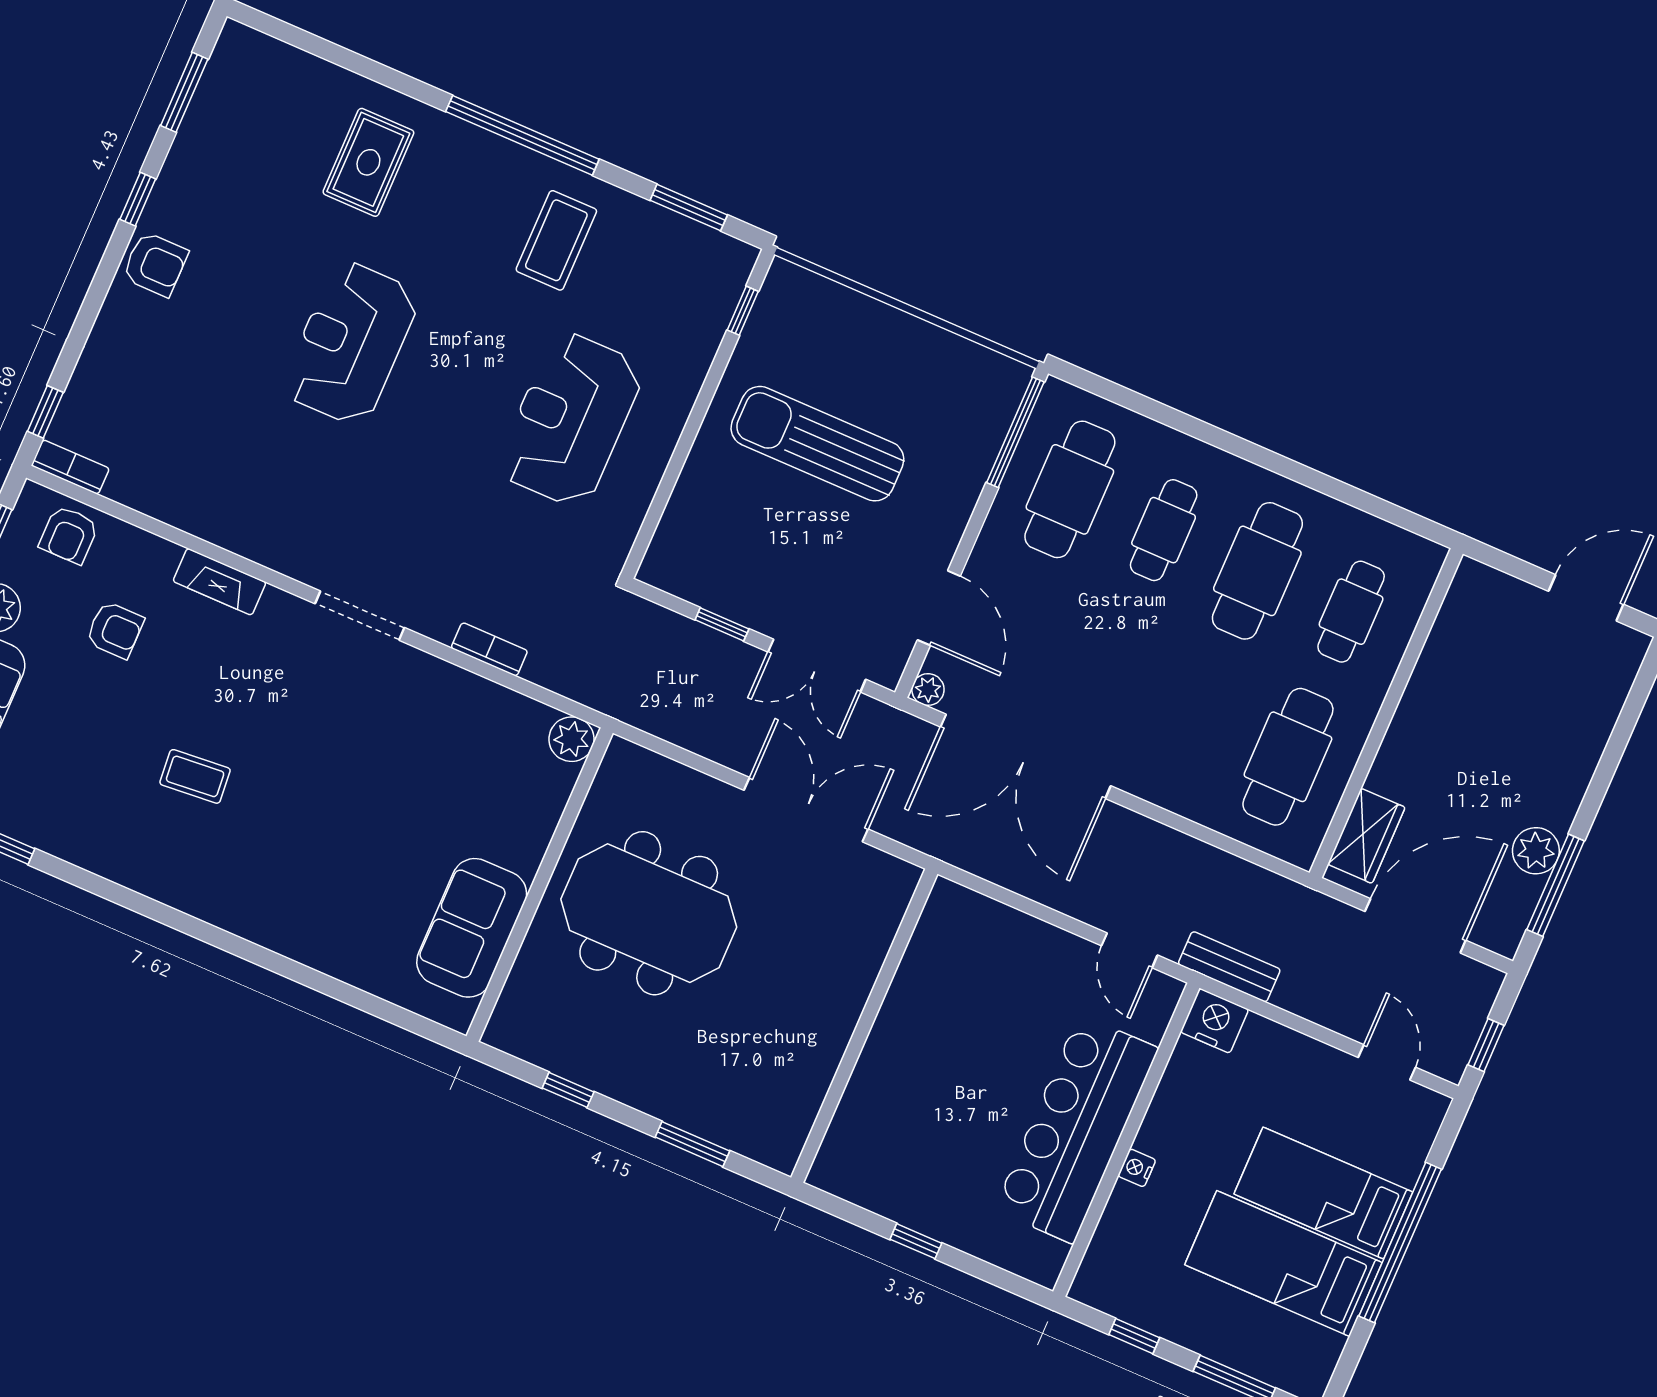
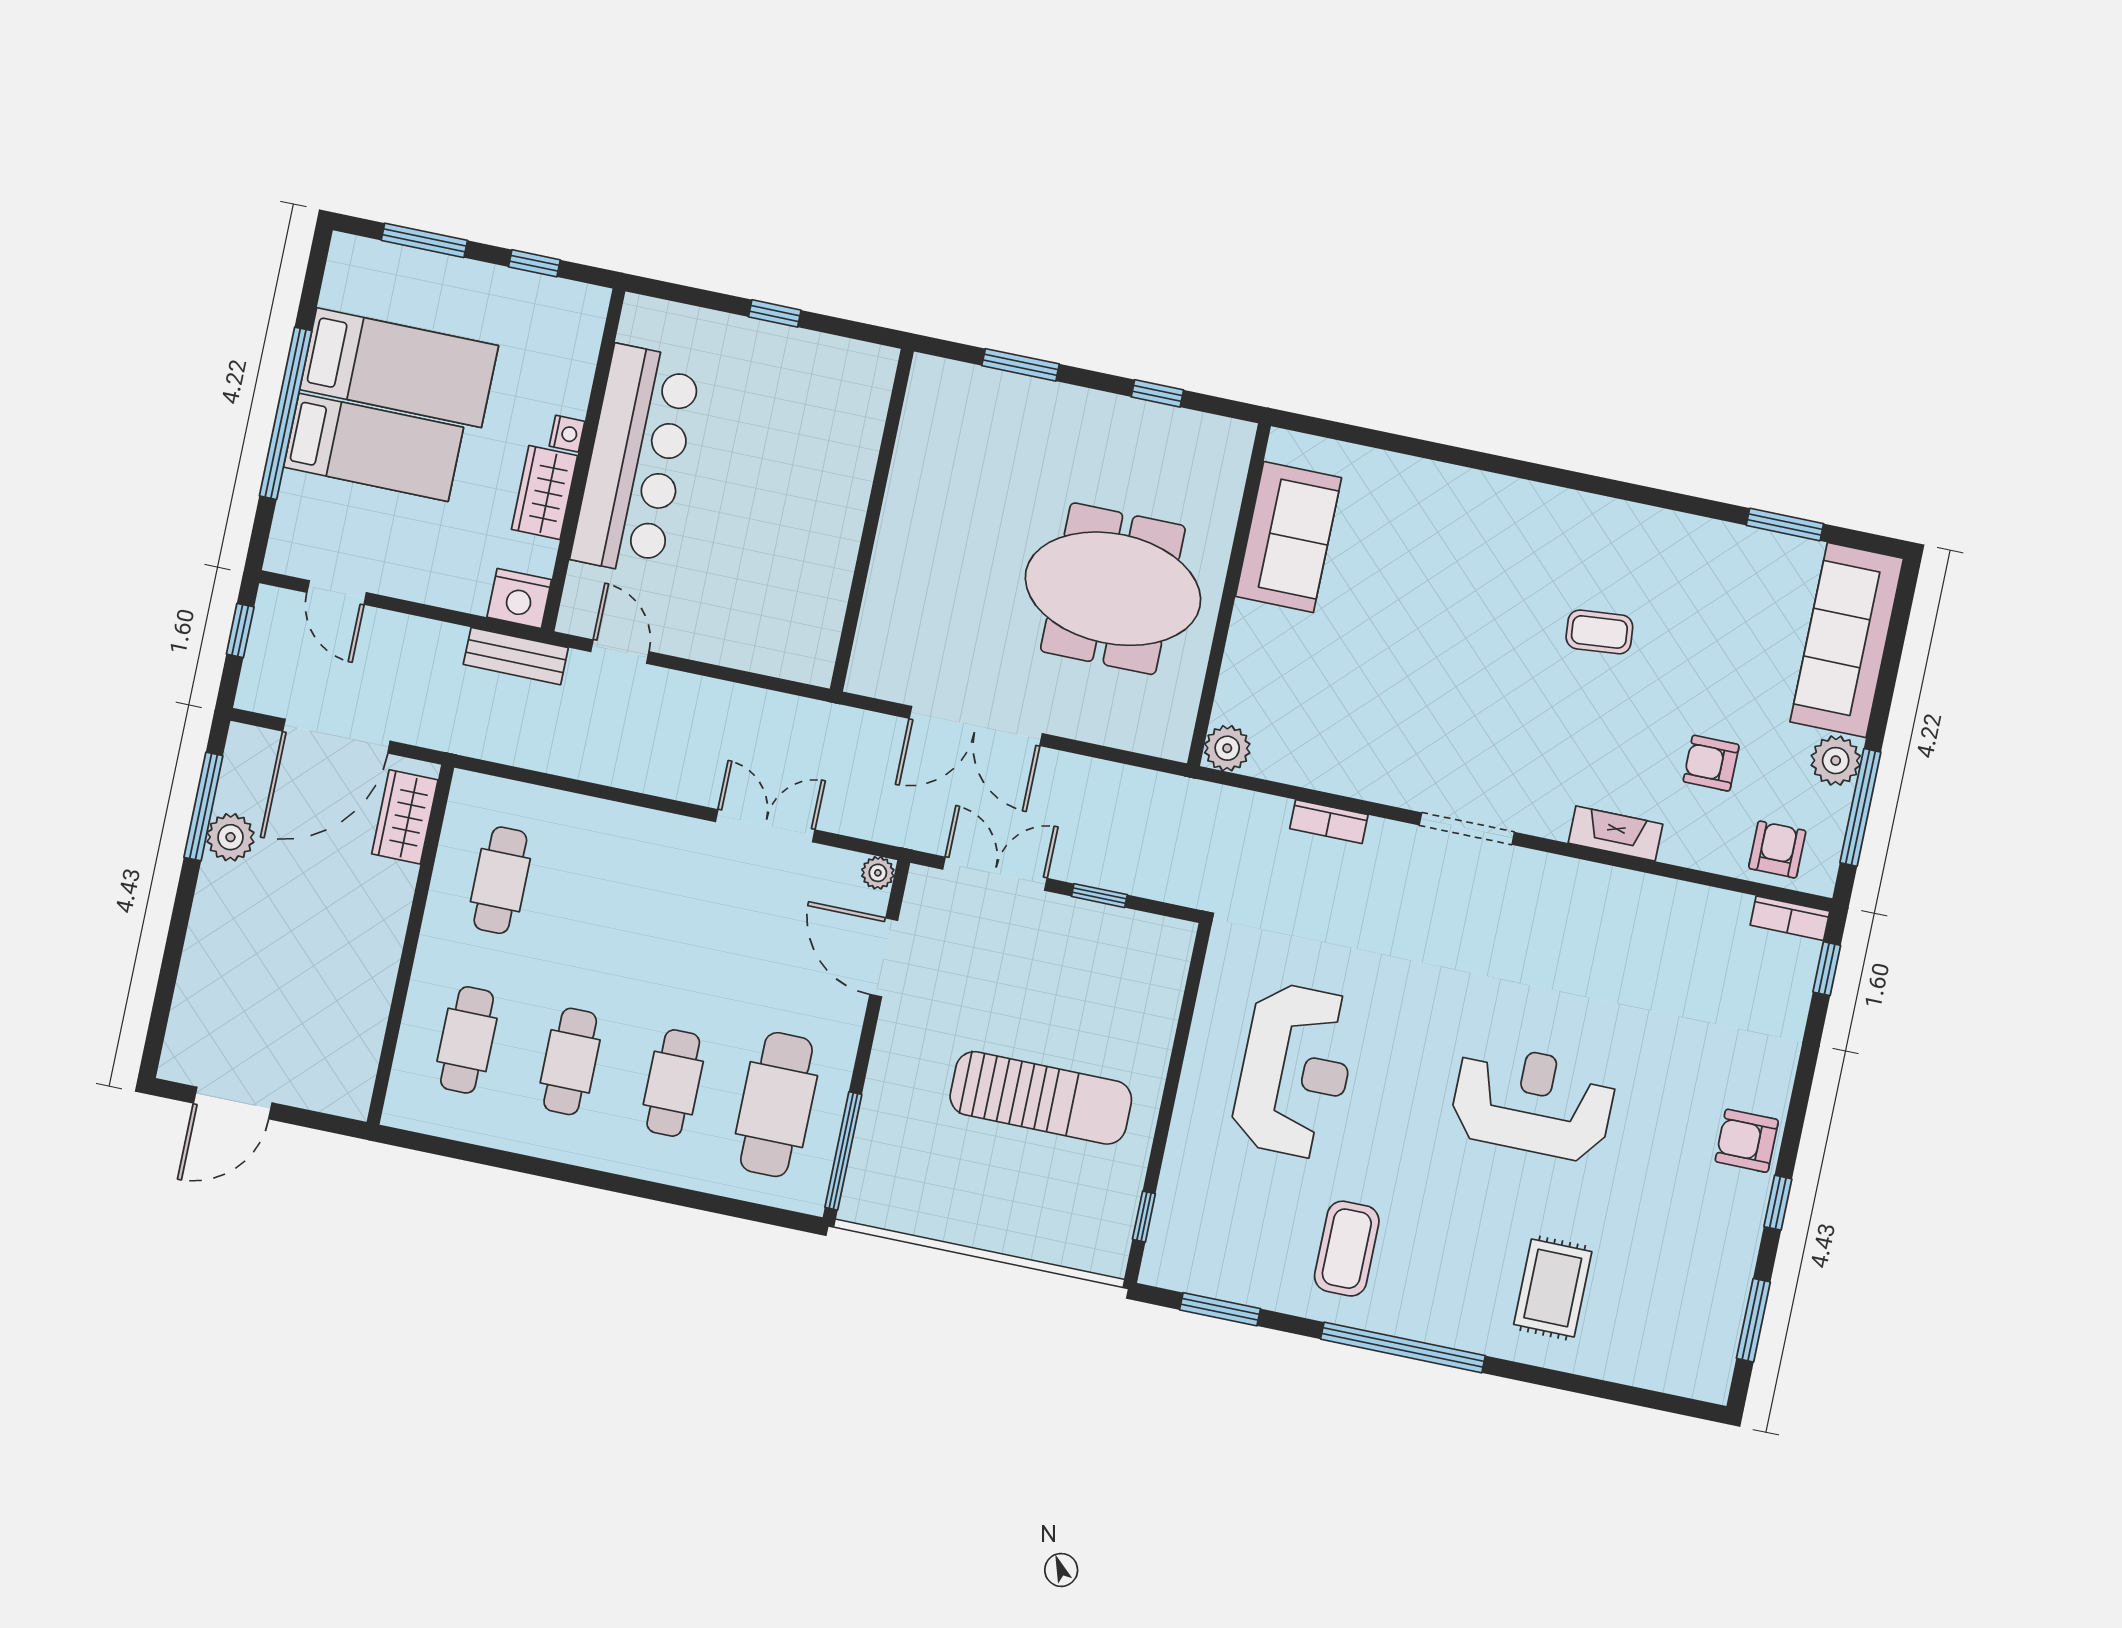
reception desk: (351, 343) -> (1533, 1102), turned -90
cafe table: (1257, 571) -> (570, 1061), width x0.73, depth x0.74
double door: (1026, 756) -> (765, 826), width x0.54
cafe table: (1288, 757) -> (500, 880), width x0.73, depth x0.74
wardrobe: (1170, 1116) -> (544, 493), added

